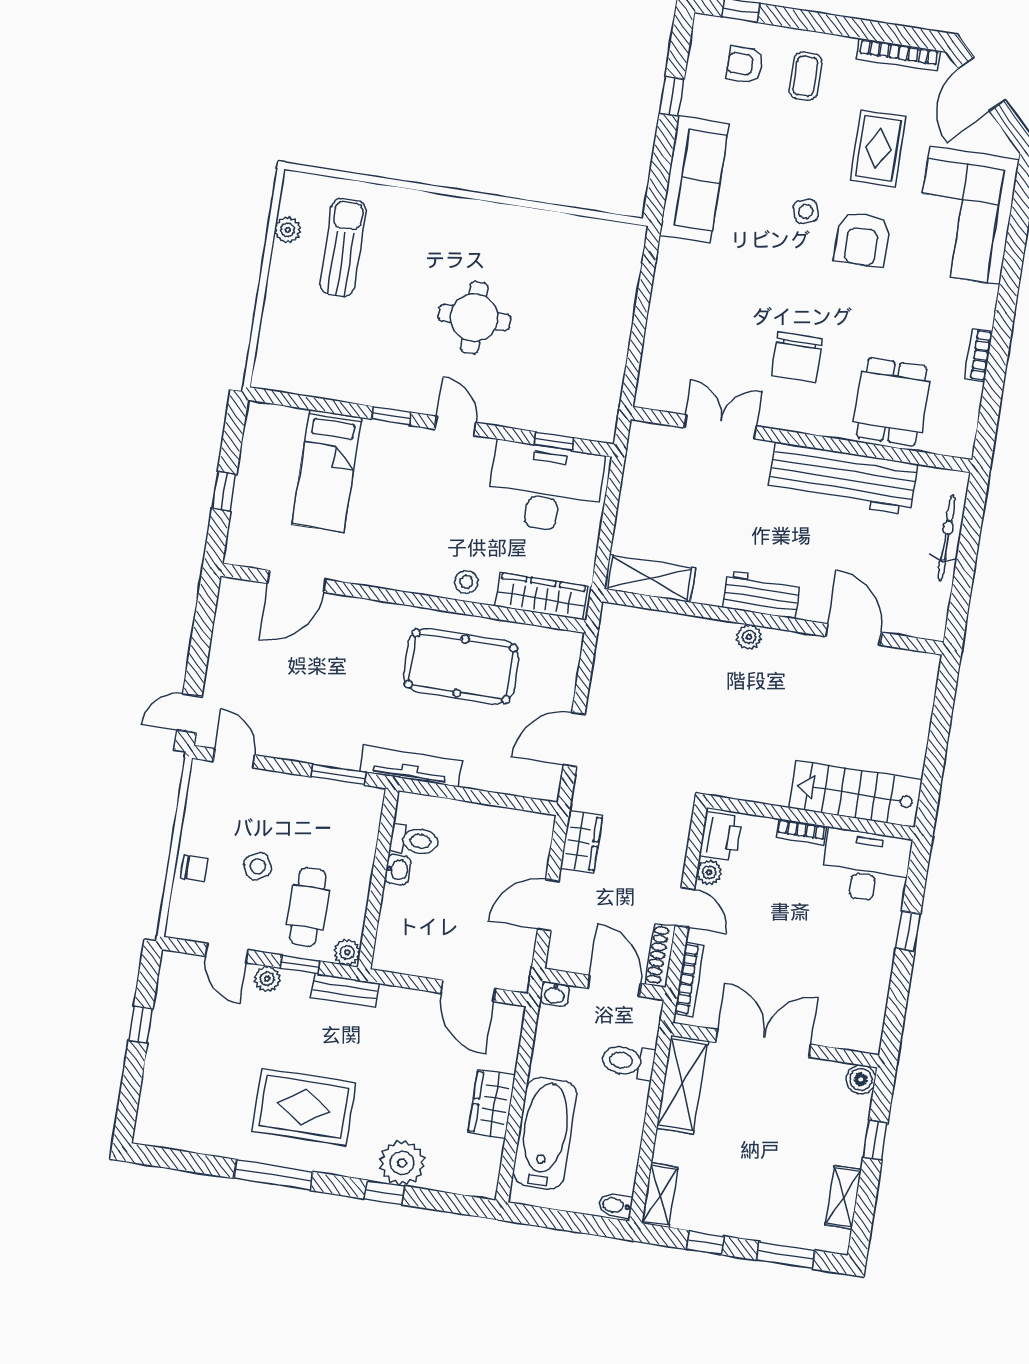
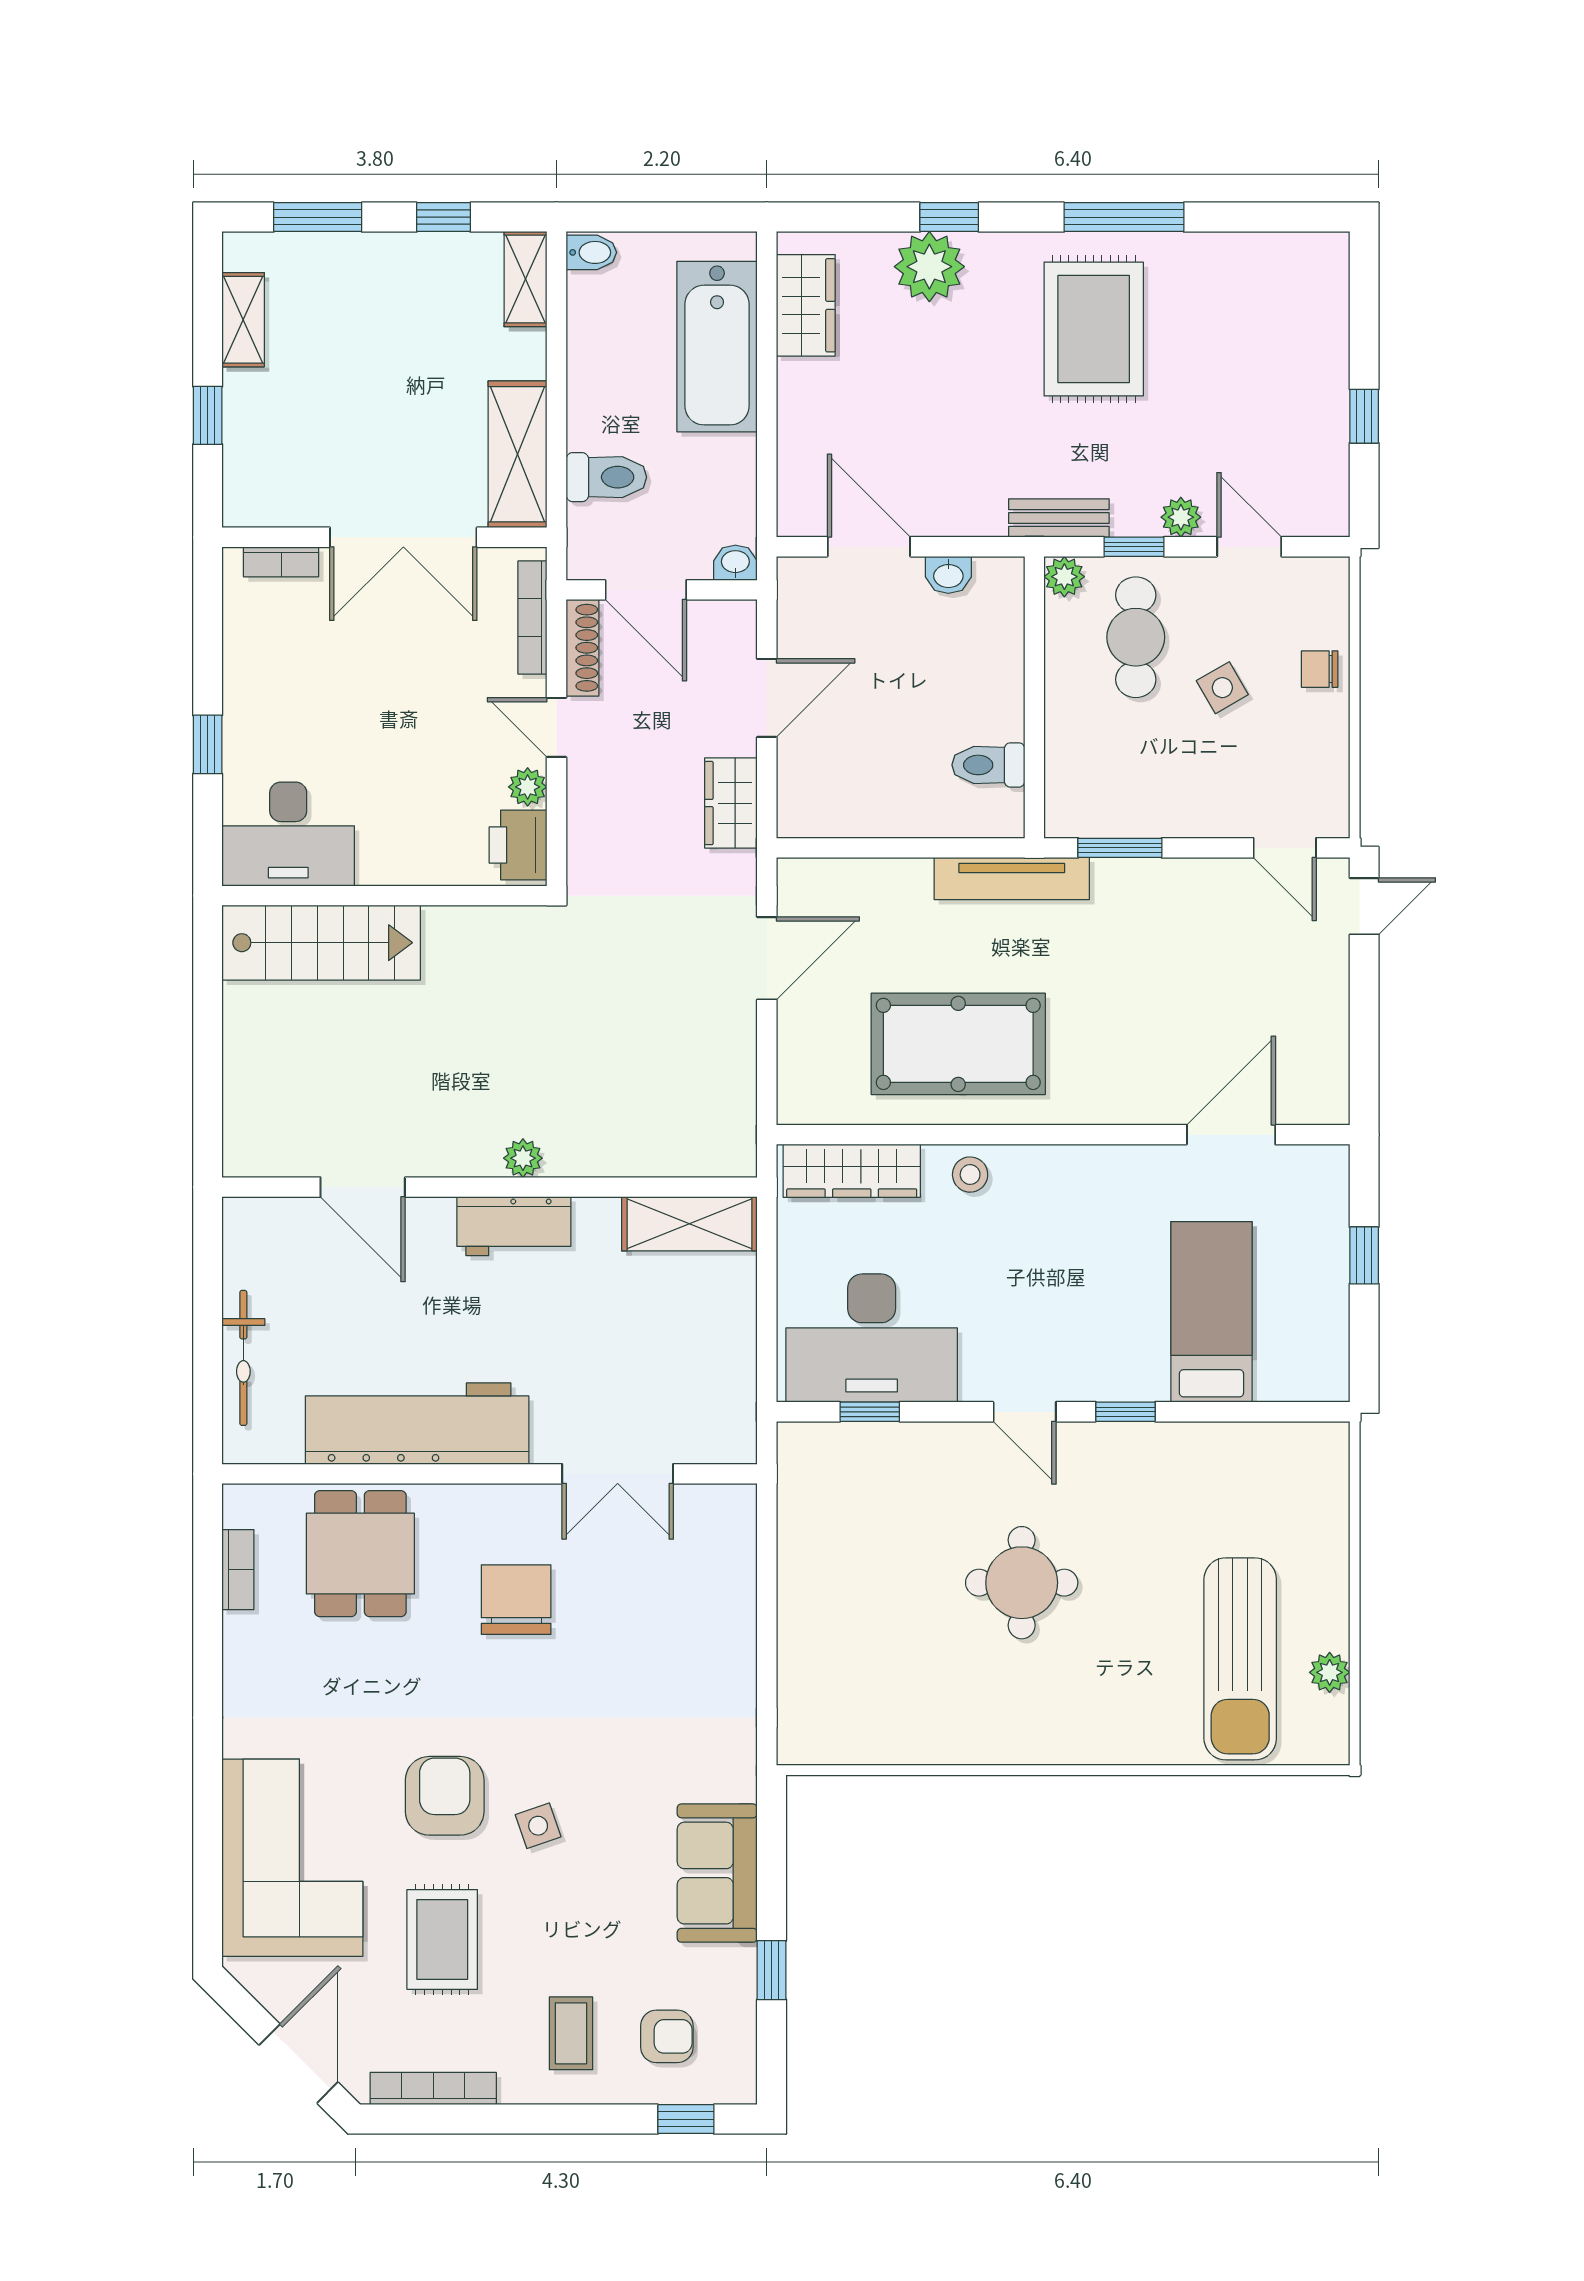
sofa: (694, 179) -> (717, 1873), width x0.73
sun lounger: (343, 247) -> (1240, 1659), width x1.36, depth x1.34
bookcase: (979, 355) -> (238, 1570), moved
bookcase: (801, 832) -> (281, 562), moved, turned 180
washbasin: (398, 870) -> (948, 575), moved, turned -90
boiler: (861, 1079) -> (244, 505), removed
wardrobe: (492, 1104) -> (806, 305), moved
rug: (304, 1107) -> (1094, 329), turned 90

